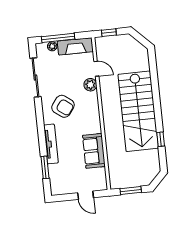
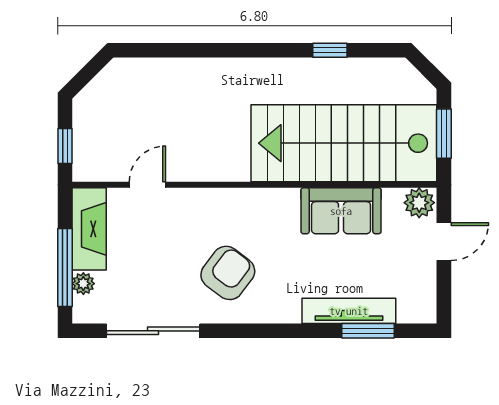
plant: (90, 85) -> (419, 203), moved
stairs: (138, 111) -> (344, 143), moved, turned 180
tv unit: (51, 144) -> (349, 311), moved

